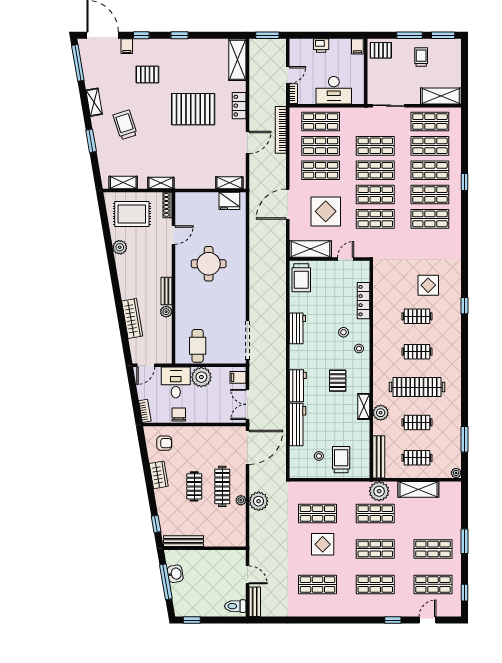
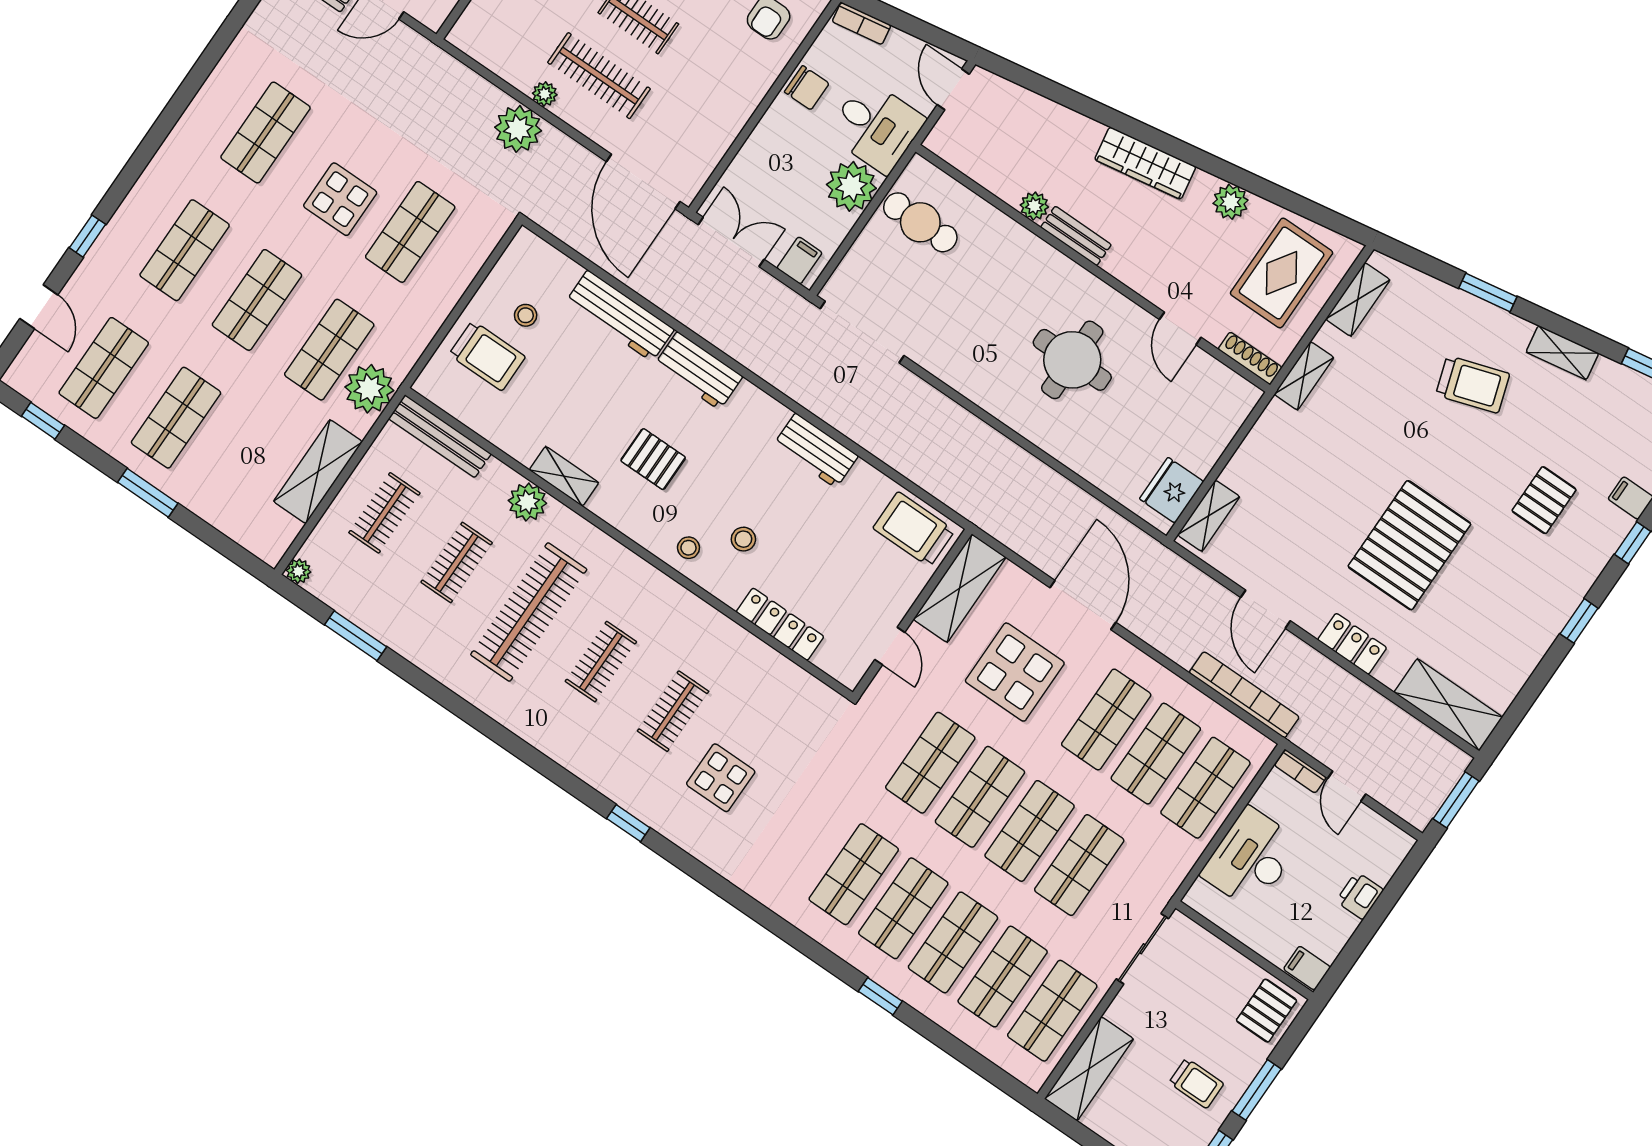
wardrobe: (132, 318) -> (1145, 163), moved

